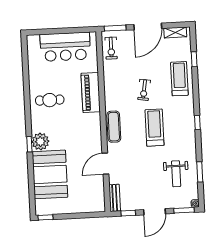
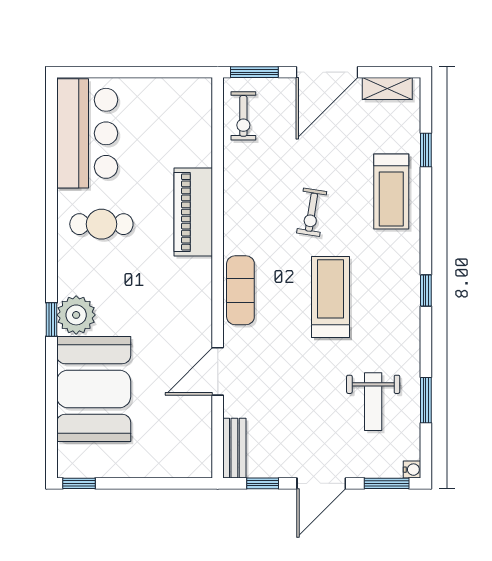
bar counter: (65, 47) -> (87, 133), moved, turned -90
treadmill: (179, 79) -> (391, 191), turned 180

